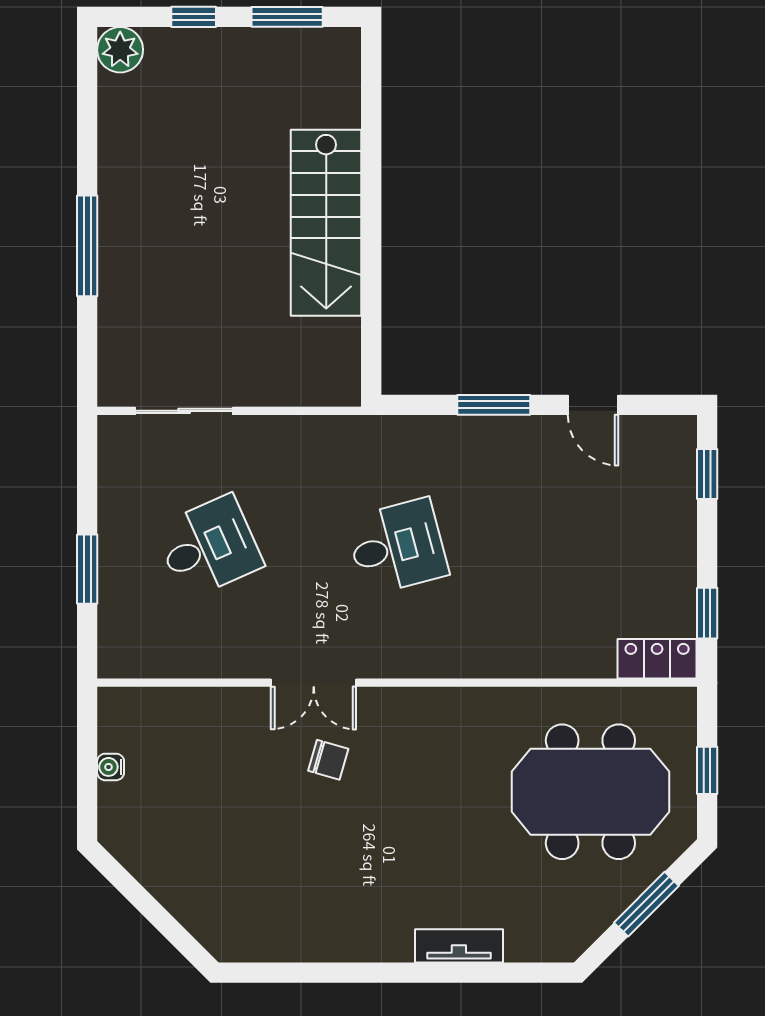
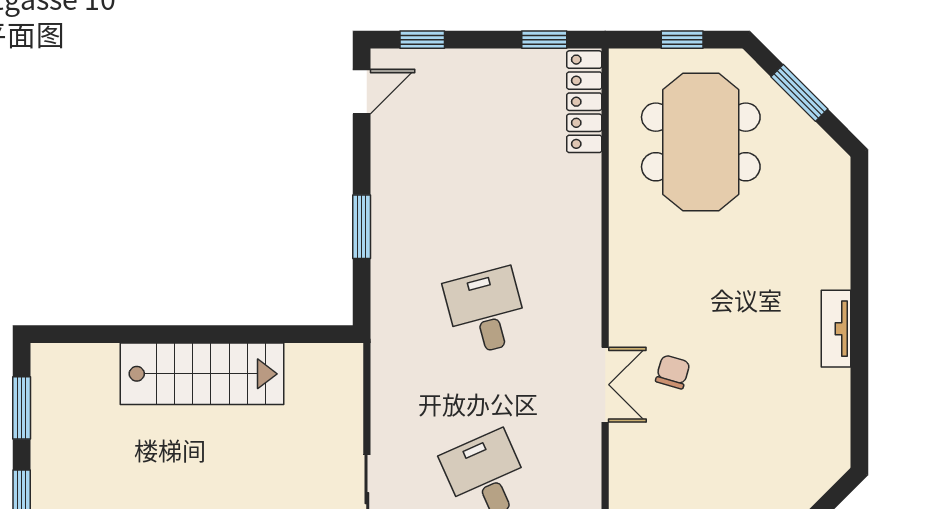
door: (593, 405) -> (362, 92), moved
locker: (657, 659) -> (584, 102), width x1.53
tv unit: (459, 946) -> (836, 329), moved

